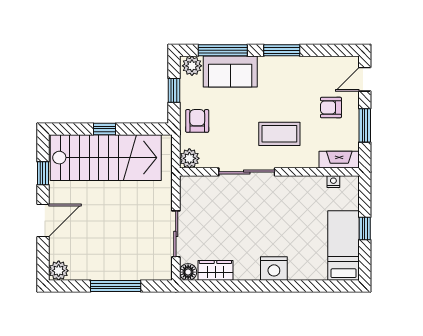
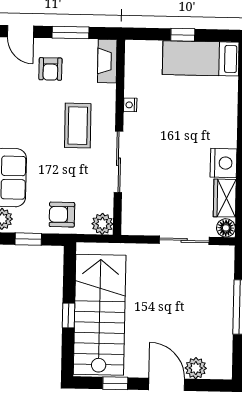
nightstand: (333, 182) -> (130, 105), moved
nightstand: (274, 269) -> (223, 163), moved
plant: (59, 271) -> (196, 368), moved

